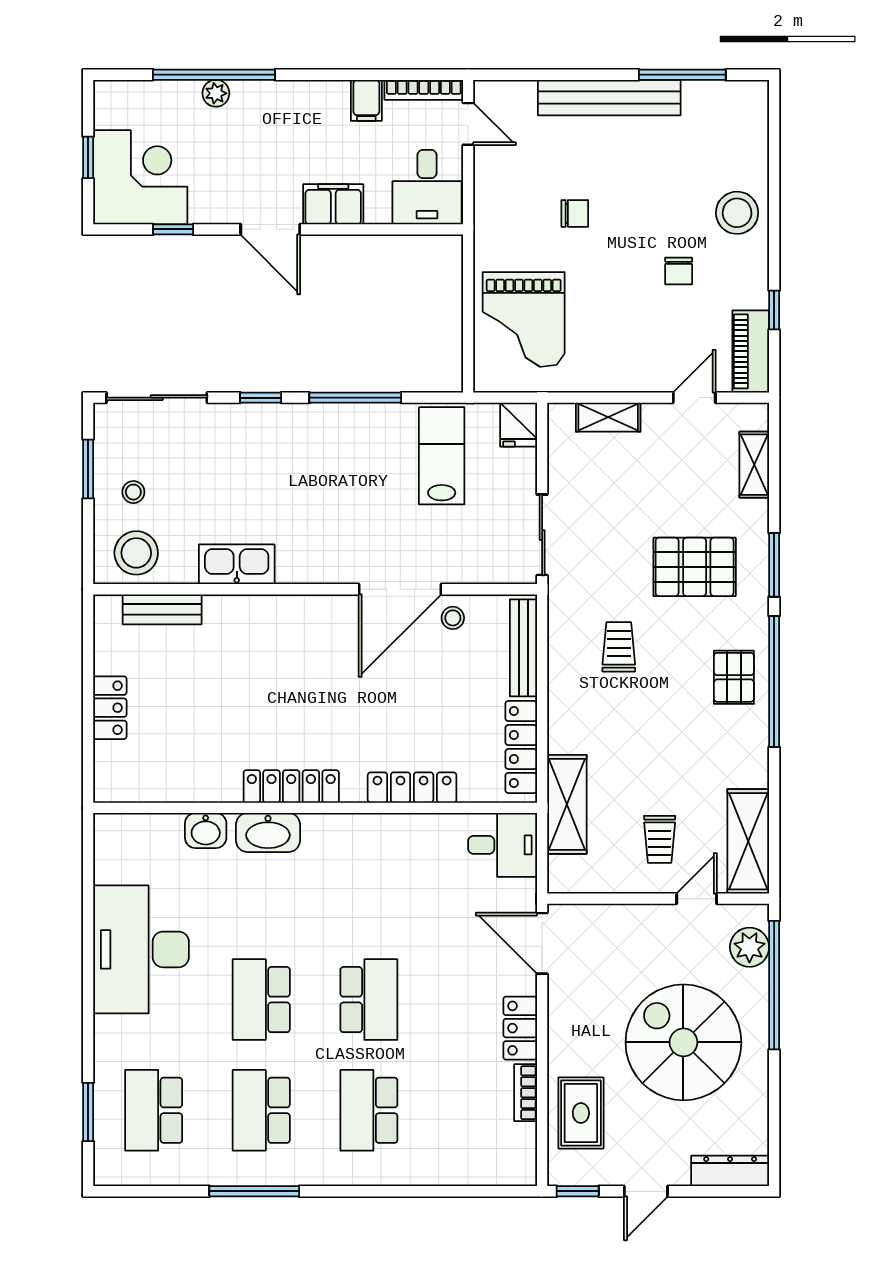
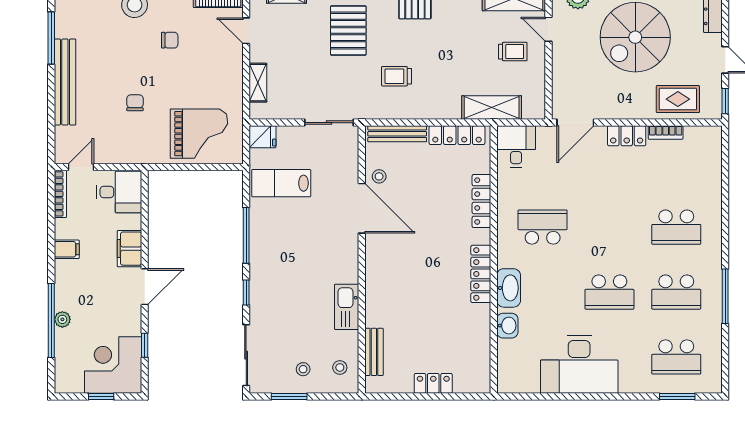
filing cabinet: (366, 100) -> (67, 249), moved
stool: (136, 553) -> (340, 367), width x0.53, depth x0.53
school desk: (369, 1000) -> (543, 227), moved

